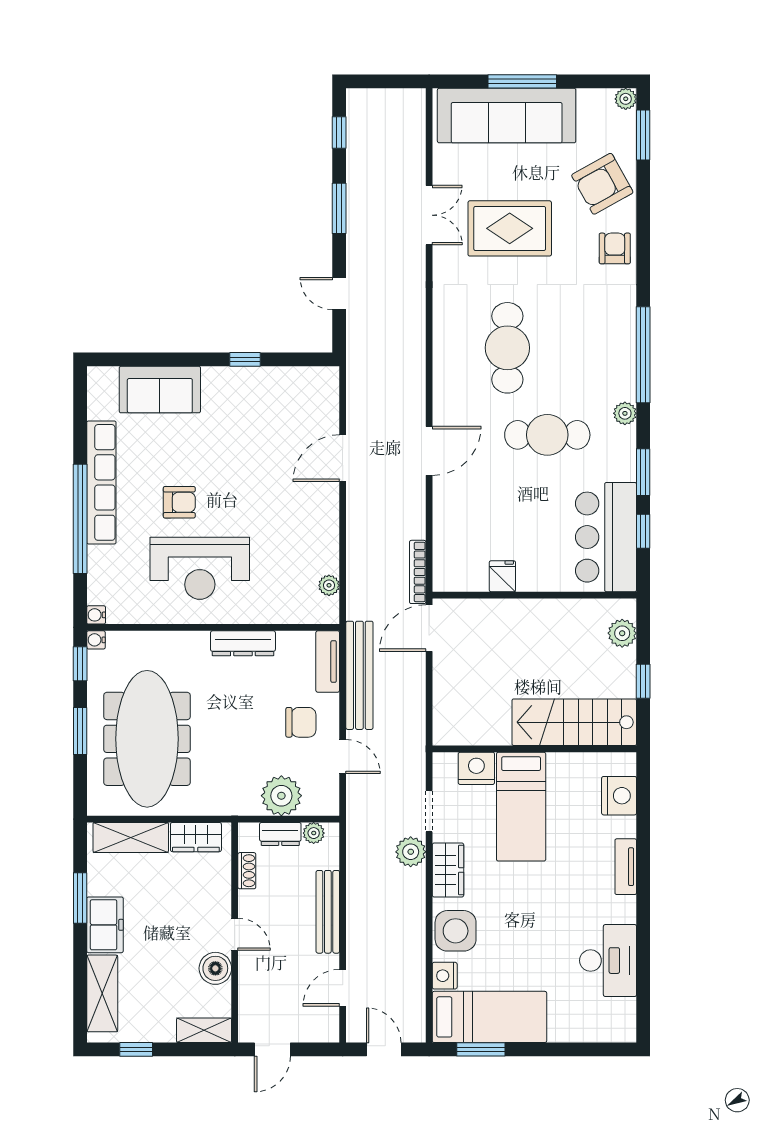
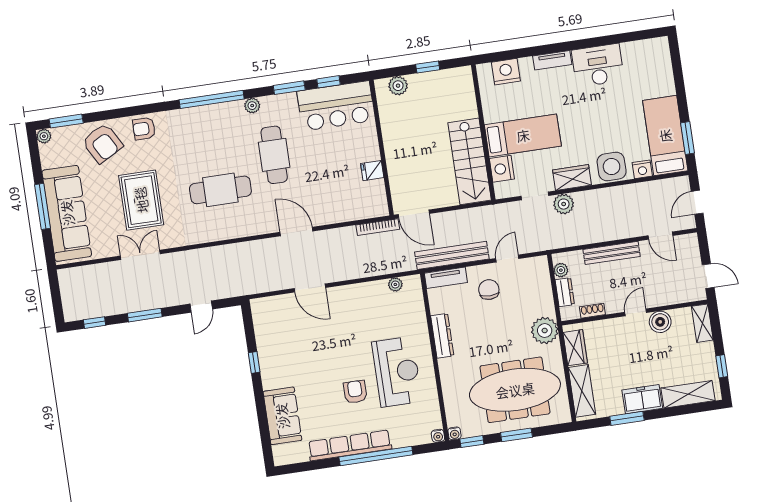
stairs: (574, 722) -> (470, 161), moved
plant: (281, 796) -> (545, 331), moved
desk: (608, 961) -> (598, 65), moved

